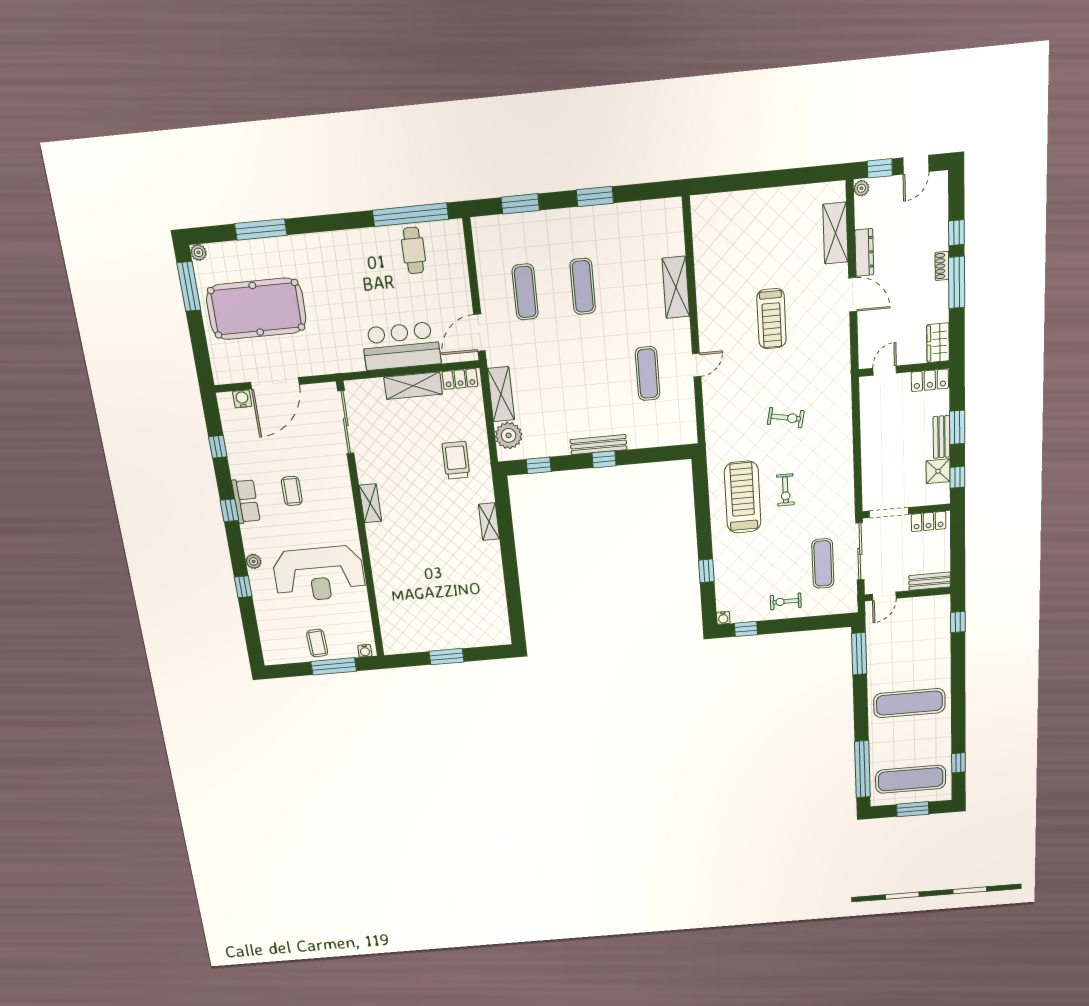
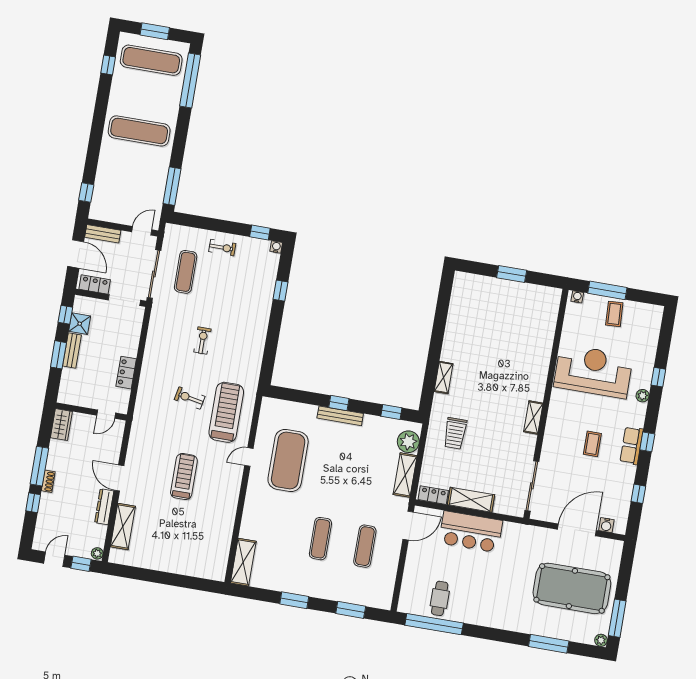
shelving: (676, 287) -> (243, 562), moved
exercise mat: (648, 374) -> (288, 460), width x2.00, depth x1.45
locker: (930, 380) -> (126, 373), moved, turned -90
treadmill: (743, 497) -> (226, 412), moved, turned 180
door: (958, 550) -> (76, 254), added

